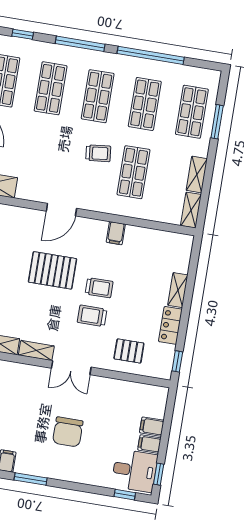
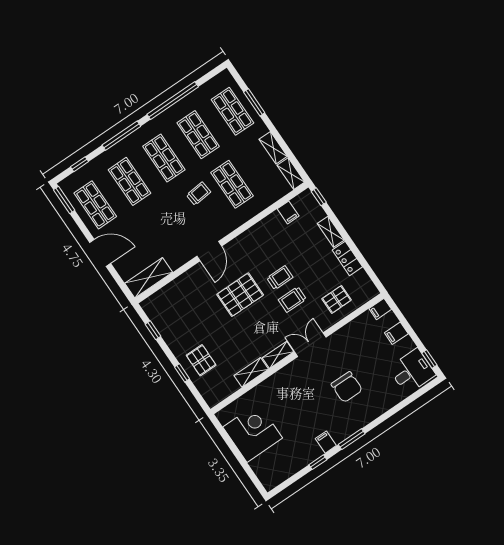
filing cabinet: (116, 233) -> (288, 212), moved
window: (177, 361) -> (319, 197), moved
double door: (71, 368) -> (310, 345), swing flipped
filing cabinet: (149, 444) -> (380, 309), moved
window: (125, 495) -> (420, 392), removed

